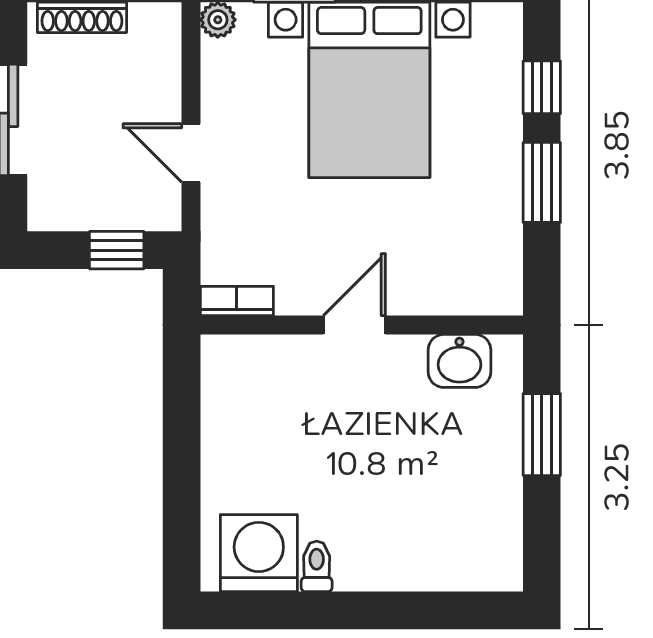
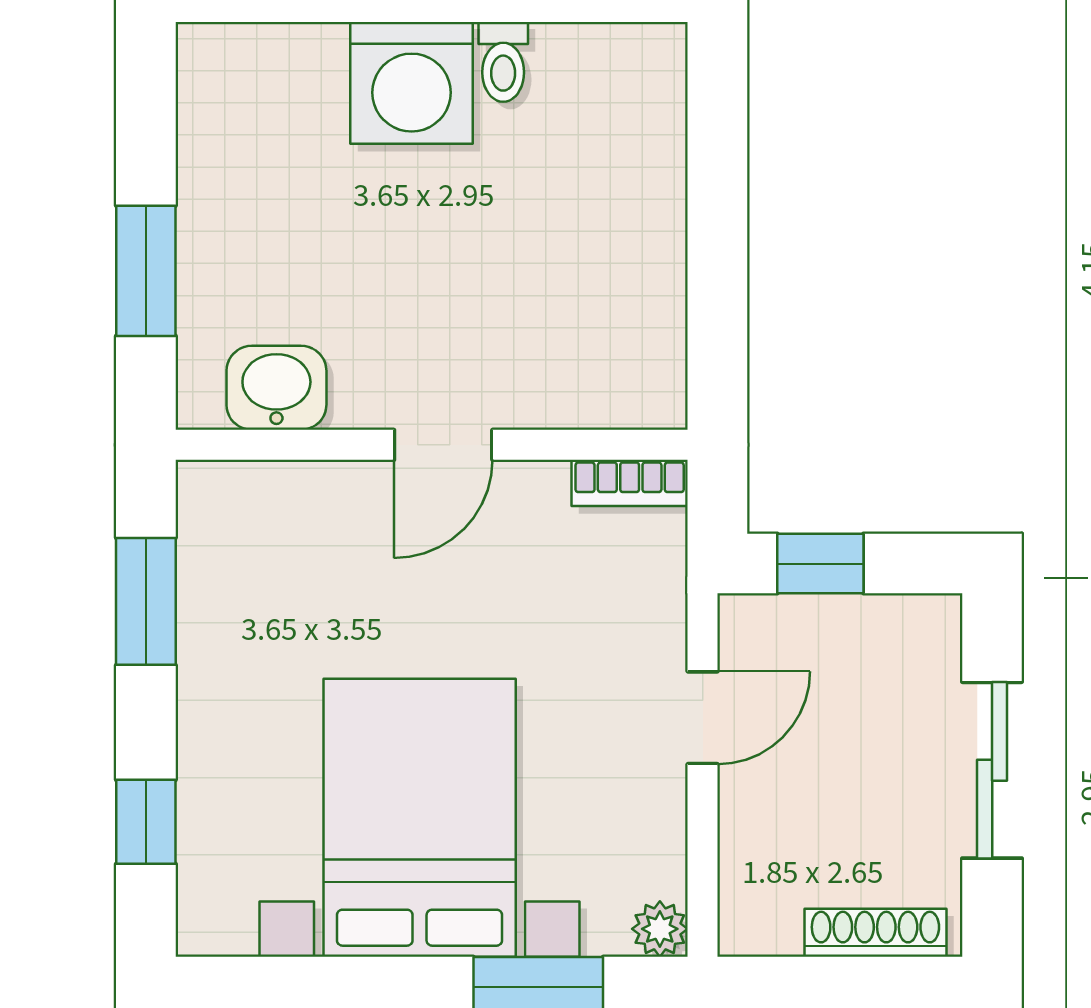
door: (191, 153) -> (703, 718), hinge flipped
window: (542, 182) -> (146, 601), moved
washing machine: (259, 553) -> (412, 83), moved

